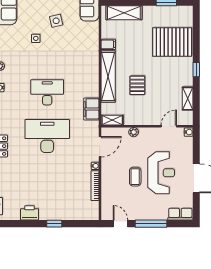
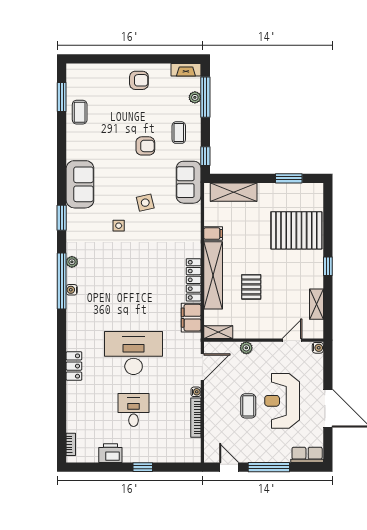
locker: (93, 80) -> (194, 280), added
desk: (47, 92) -> (134, 410), moved, width x0.73
reception desk: (161, 173) -> (282, 401), turned 180

